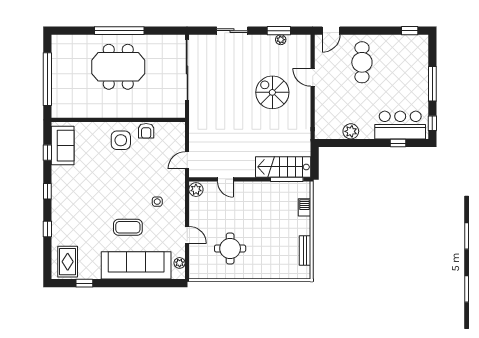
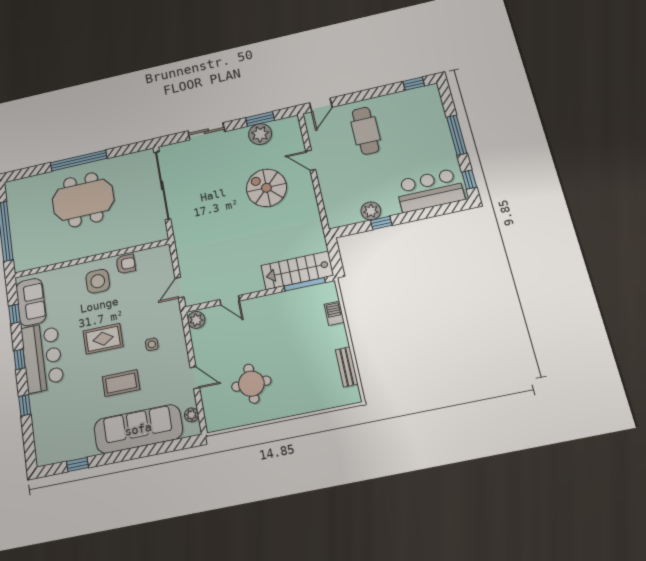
plant: (281, 40) -> (260, 134), width x1.88, depth x1.88
armchair: (146, 131) -> (126, 264), turned -90
window: (398, 143) -> (381, 223), moved
bar counter: (67, 193) -> (42, 357), added
rug: (68, 262) -> (103, 339), moved, turned 90

